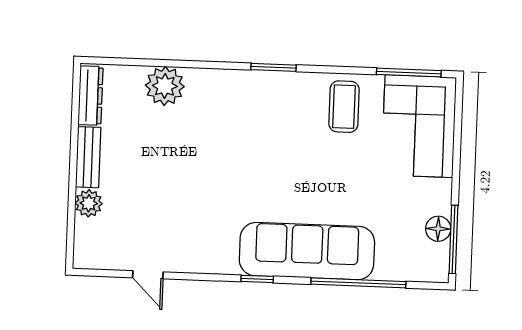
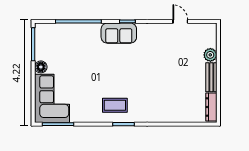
plant: (165, 86) -> (176, 113), removed
coffee table: (344, 107) -> (115, 105), moved, turned 90
floor lamp: (438, 229) -> (41, 67), moved
sofa: (307, 251) -> (119, 33), width x0.54, depth x0.79

